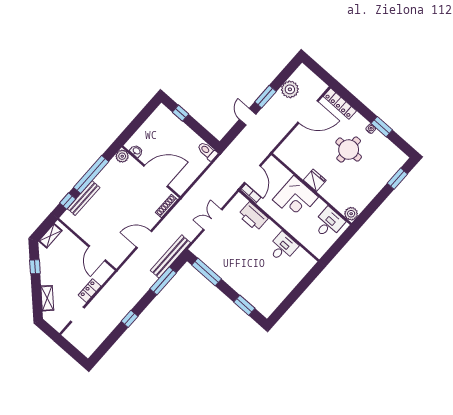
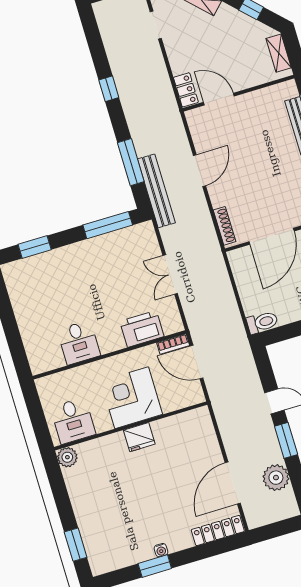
round table: (349, 150) -> (152, 505), removed
double door: (213, 220) -> (170, 275), swing flipped
locker: (90, 291) -> (186, 90), moved

